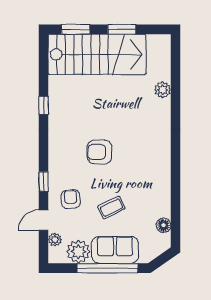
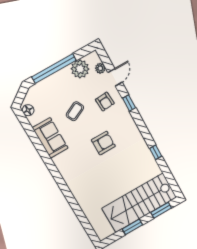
plant: (163, 90) -> (86, 205), removed
floor lamp: (163, 225) -> (28, 110), moved
sofa: (115, 250) -> (50, 138), moved, turned -90

